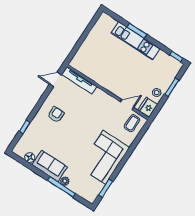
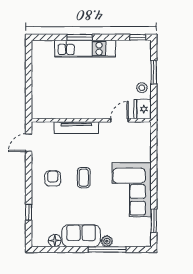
tv unit: (79, 80) -> (76, 128), moved
coffee table: (132, 123) -> (84, 178), moved

